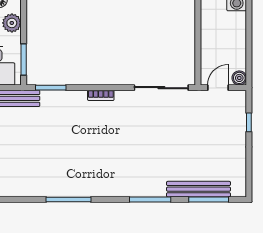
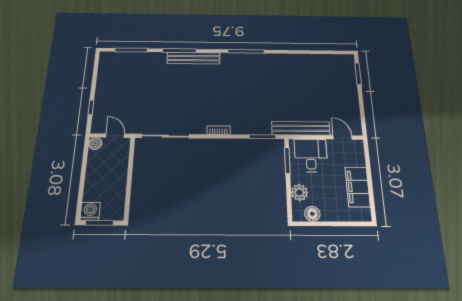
door: (218, 88) -> (115, 136), swing flipped
bench: (198, 189) -> (194, 58), moved

